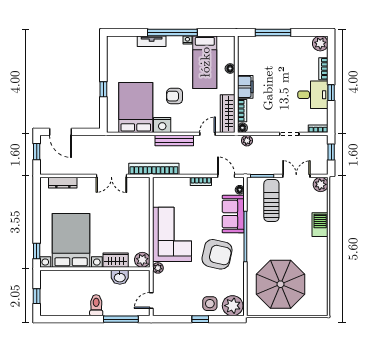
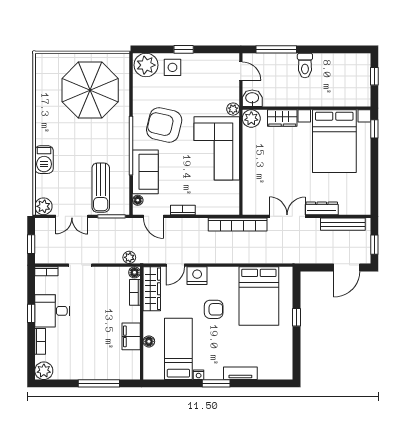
window: (172, 32) -> (216, 383), width x0.47
filing cabinet: (245, 87) -> (131, 336), moved
nightstand: (162, 125) -> (197, 276), moved
door: (60, 132) -> (347, 267), swing flipped
bench: (174, 141) -> (343, 224), moved
dresser: (63, 183) -> (322, 208), moved
washbasin: (120, 277) -> (252, 98), moved
door: (151, 300) -> (241, 71), hinge flipped

